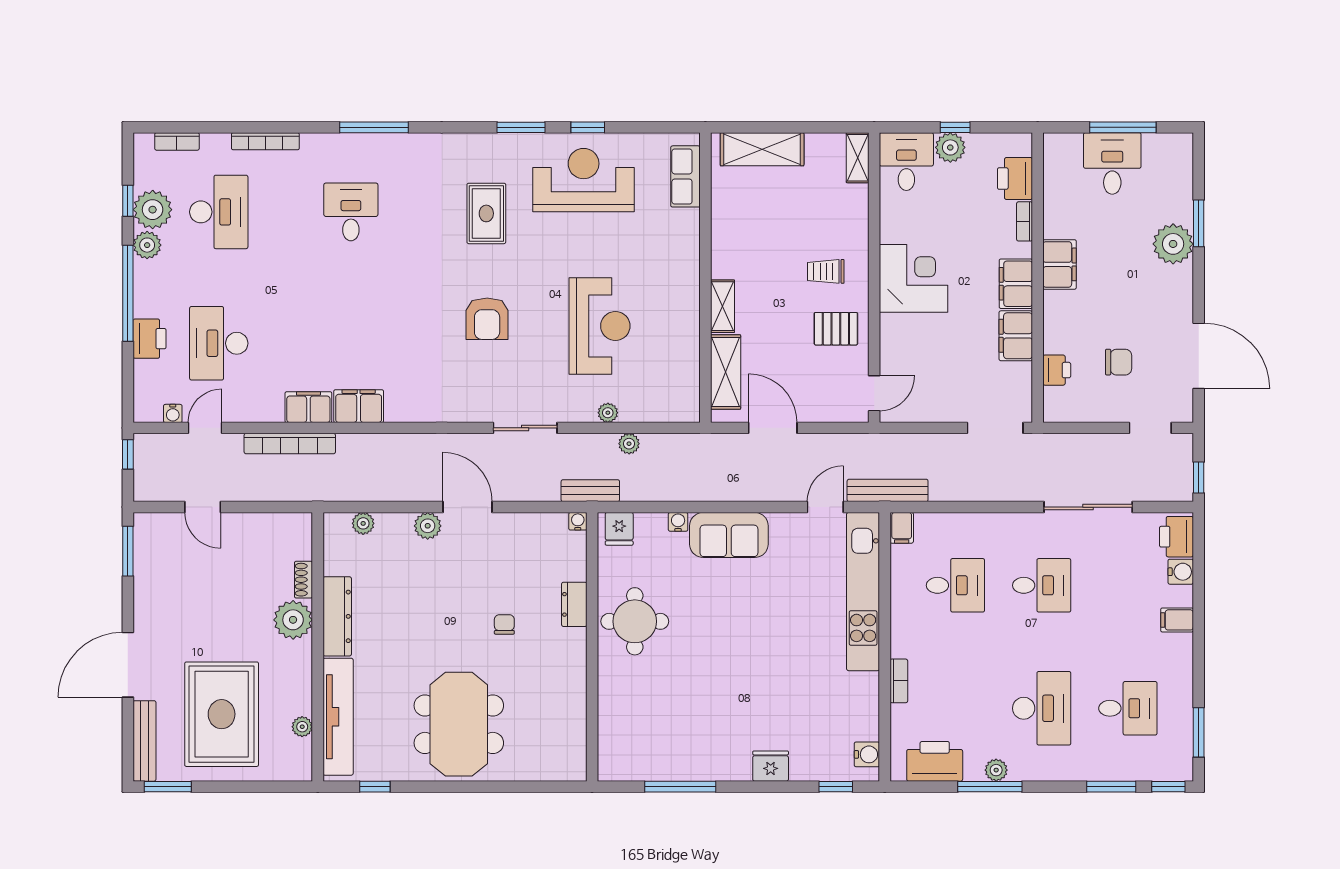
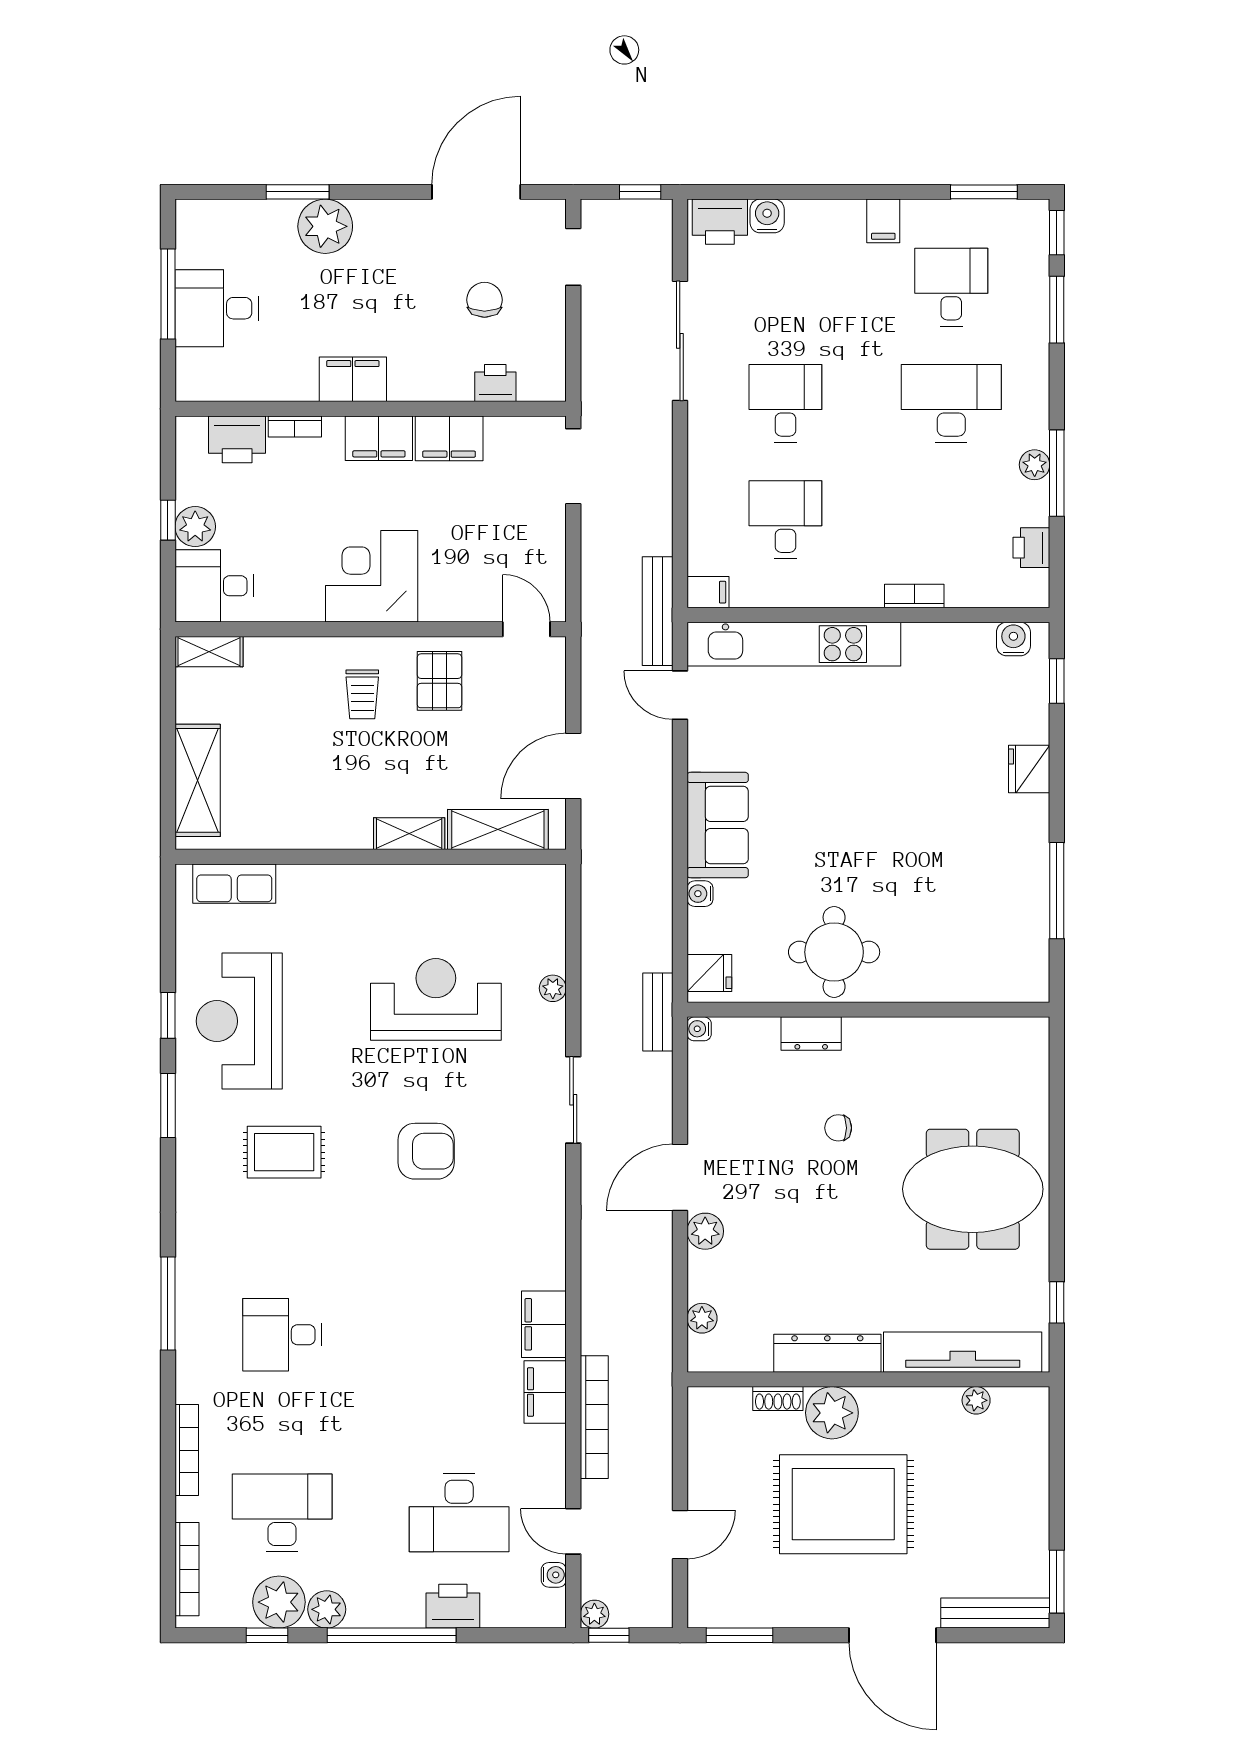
bookcase: (177, 141) -> (187, 1569), width x1.56
plant: (629, 444) -> (594, 1614), moved
filing cabinet: (1177, 620) -> (883, 221), moved
rug: (222, 714) -> (843, 1504), moved
printer: (935, 761) -> (1031, 548), width x0.53, depth x0.68

